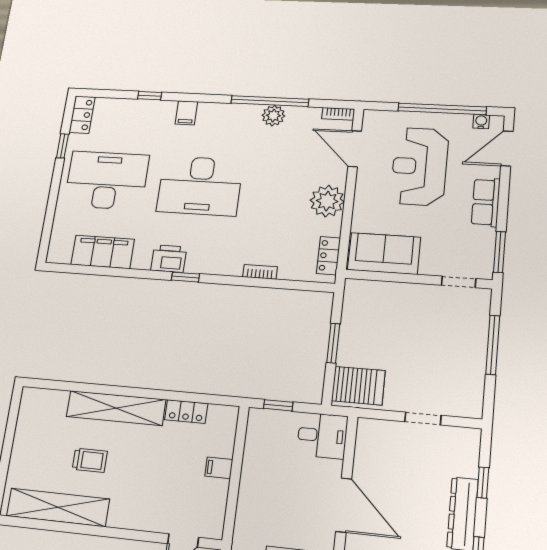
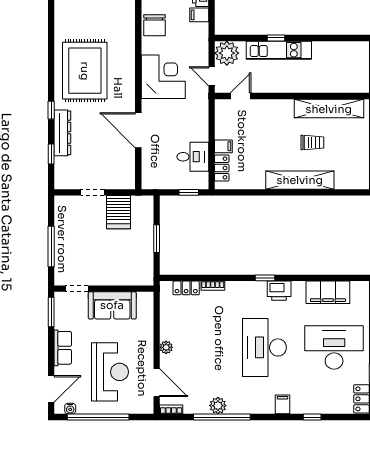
desk: (107, 180) -> (334, 347), turned 180
desk: (200, 186) -> (264, 347), turned -90
plant: (327, 201) -> (166, 347), width x0.53, depth x0.53
sofa: (384, 253) -> (112, 305), moved
locker: (328, 256) -> (186, 288), moved, turned 90
server rack: (358, 386) -> (118, 212), moved, turned -90
locker: (186, 412) -> (222, 168), moved, turned 90
desk: (322, 436) -> (193, 157), moved, turned 180
trolley: (90, 460) -> (312, 143), turned 180

